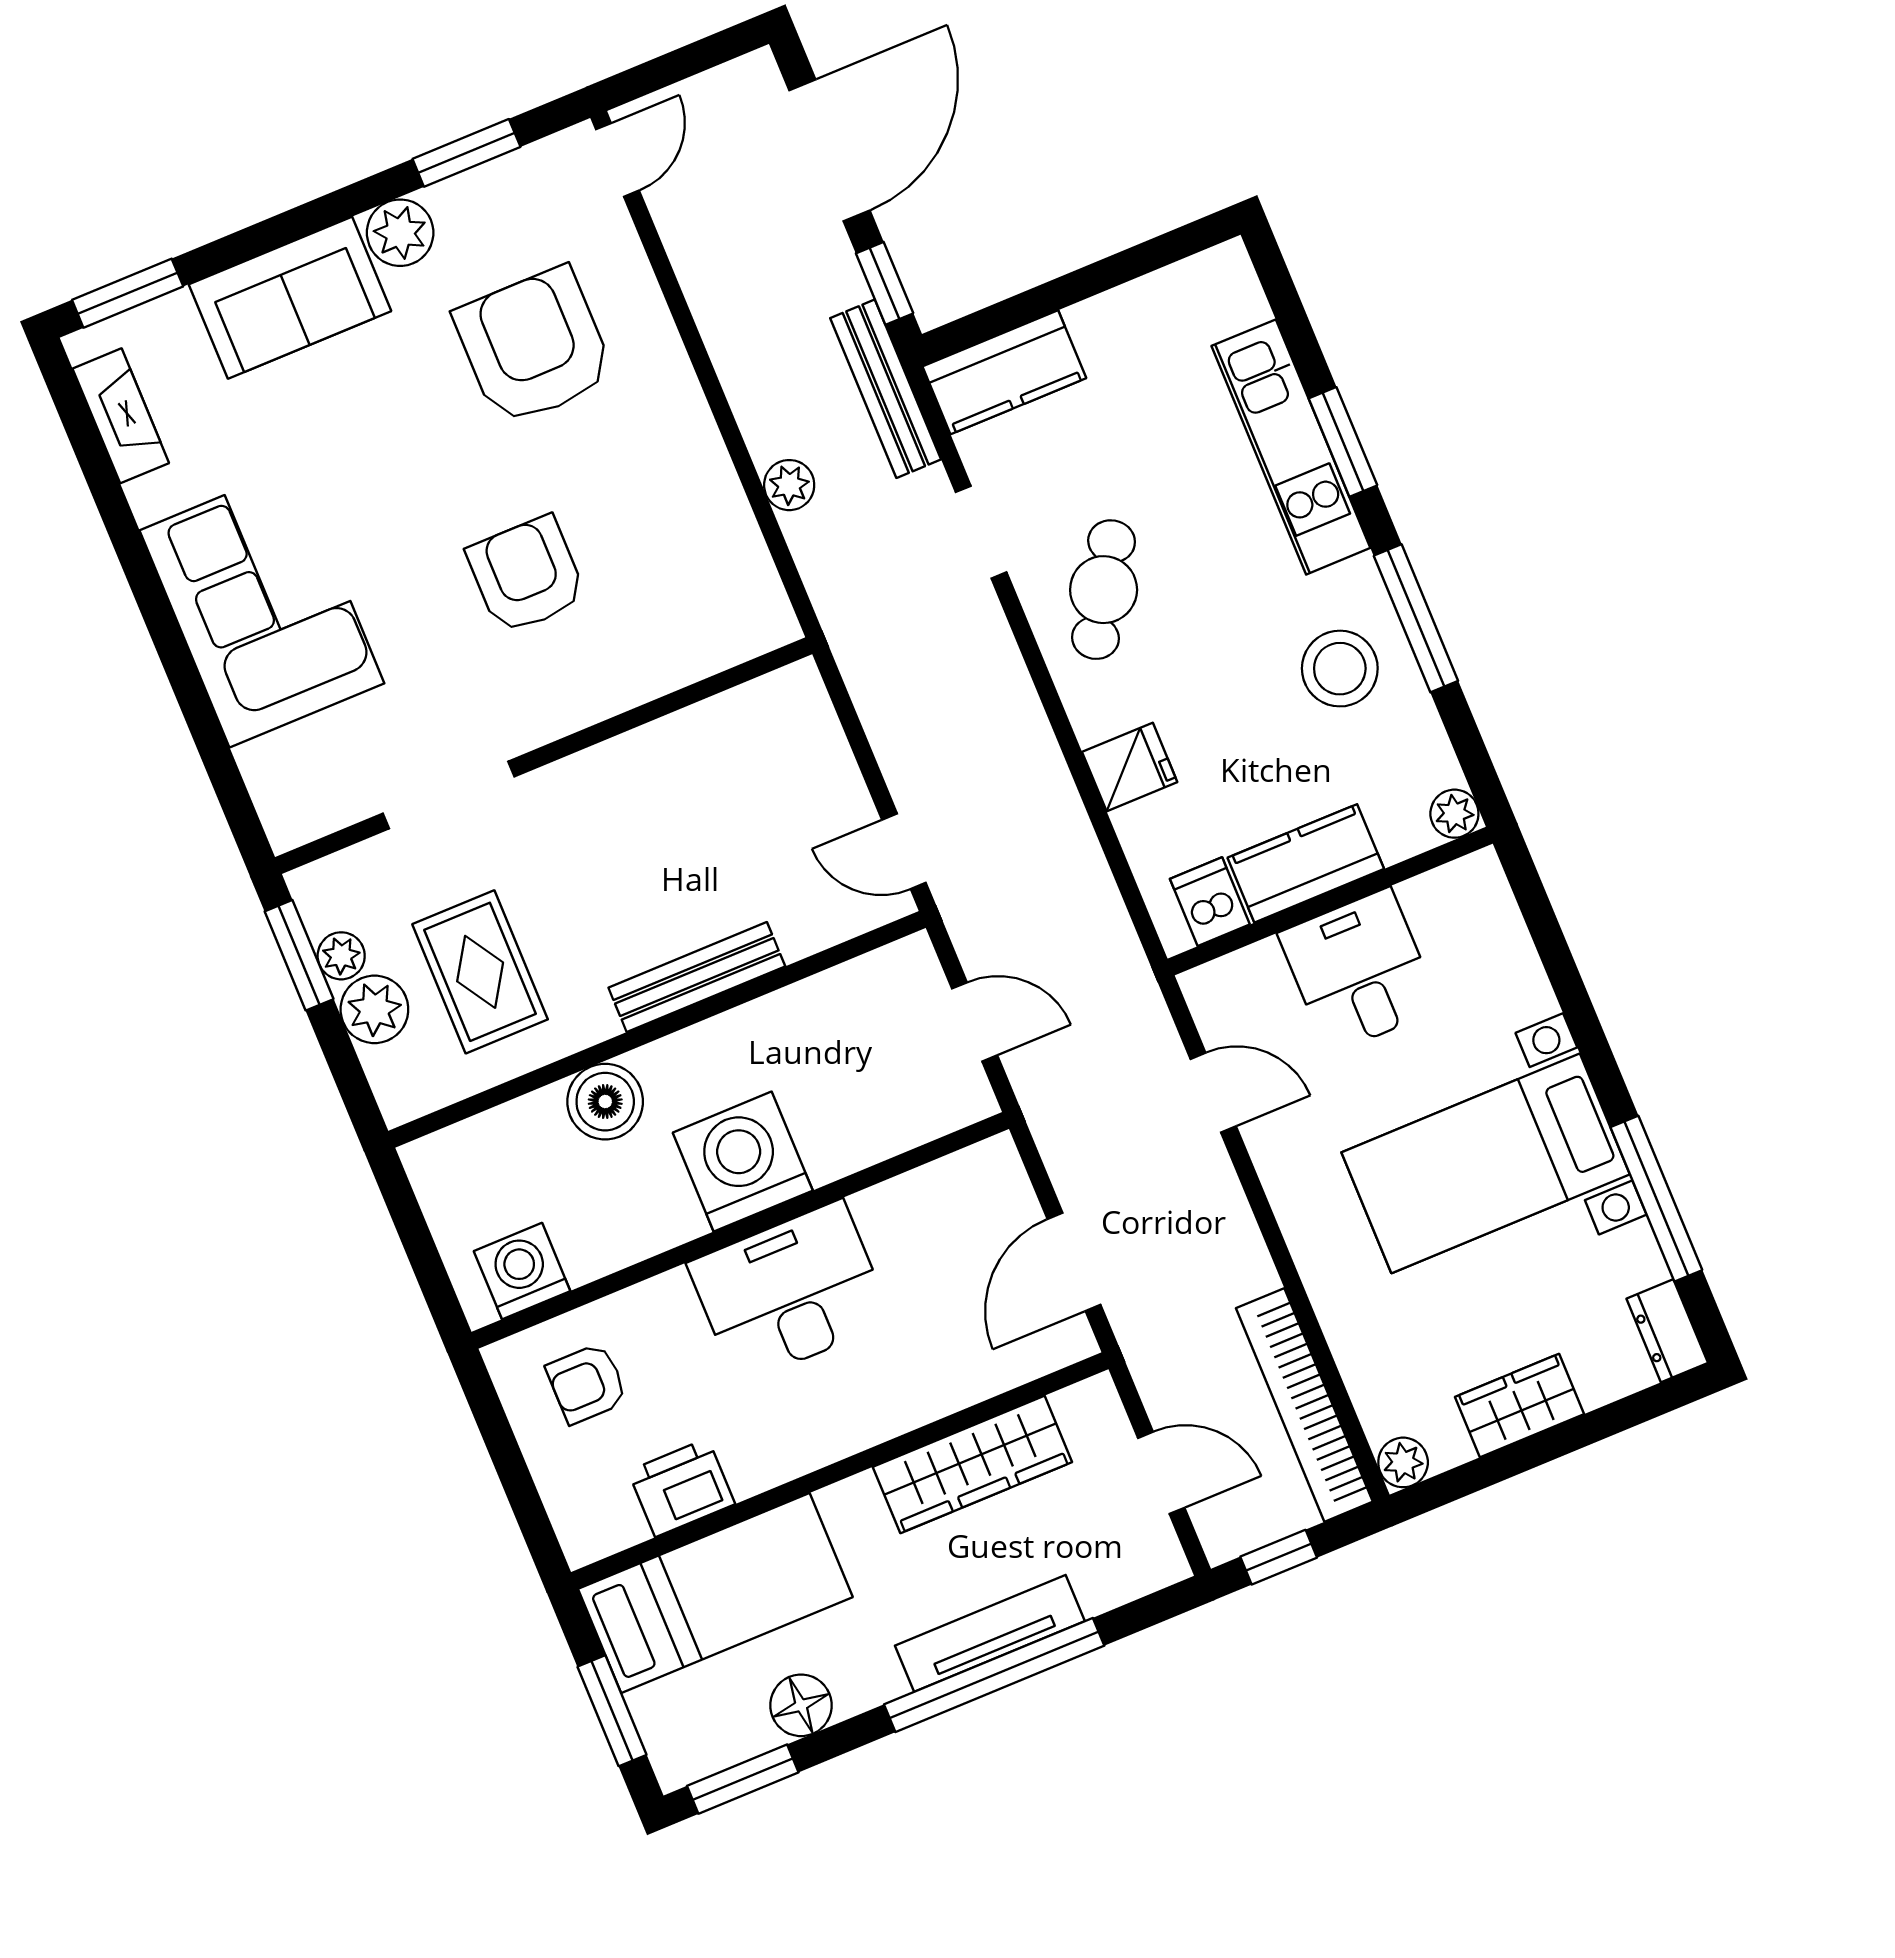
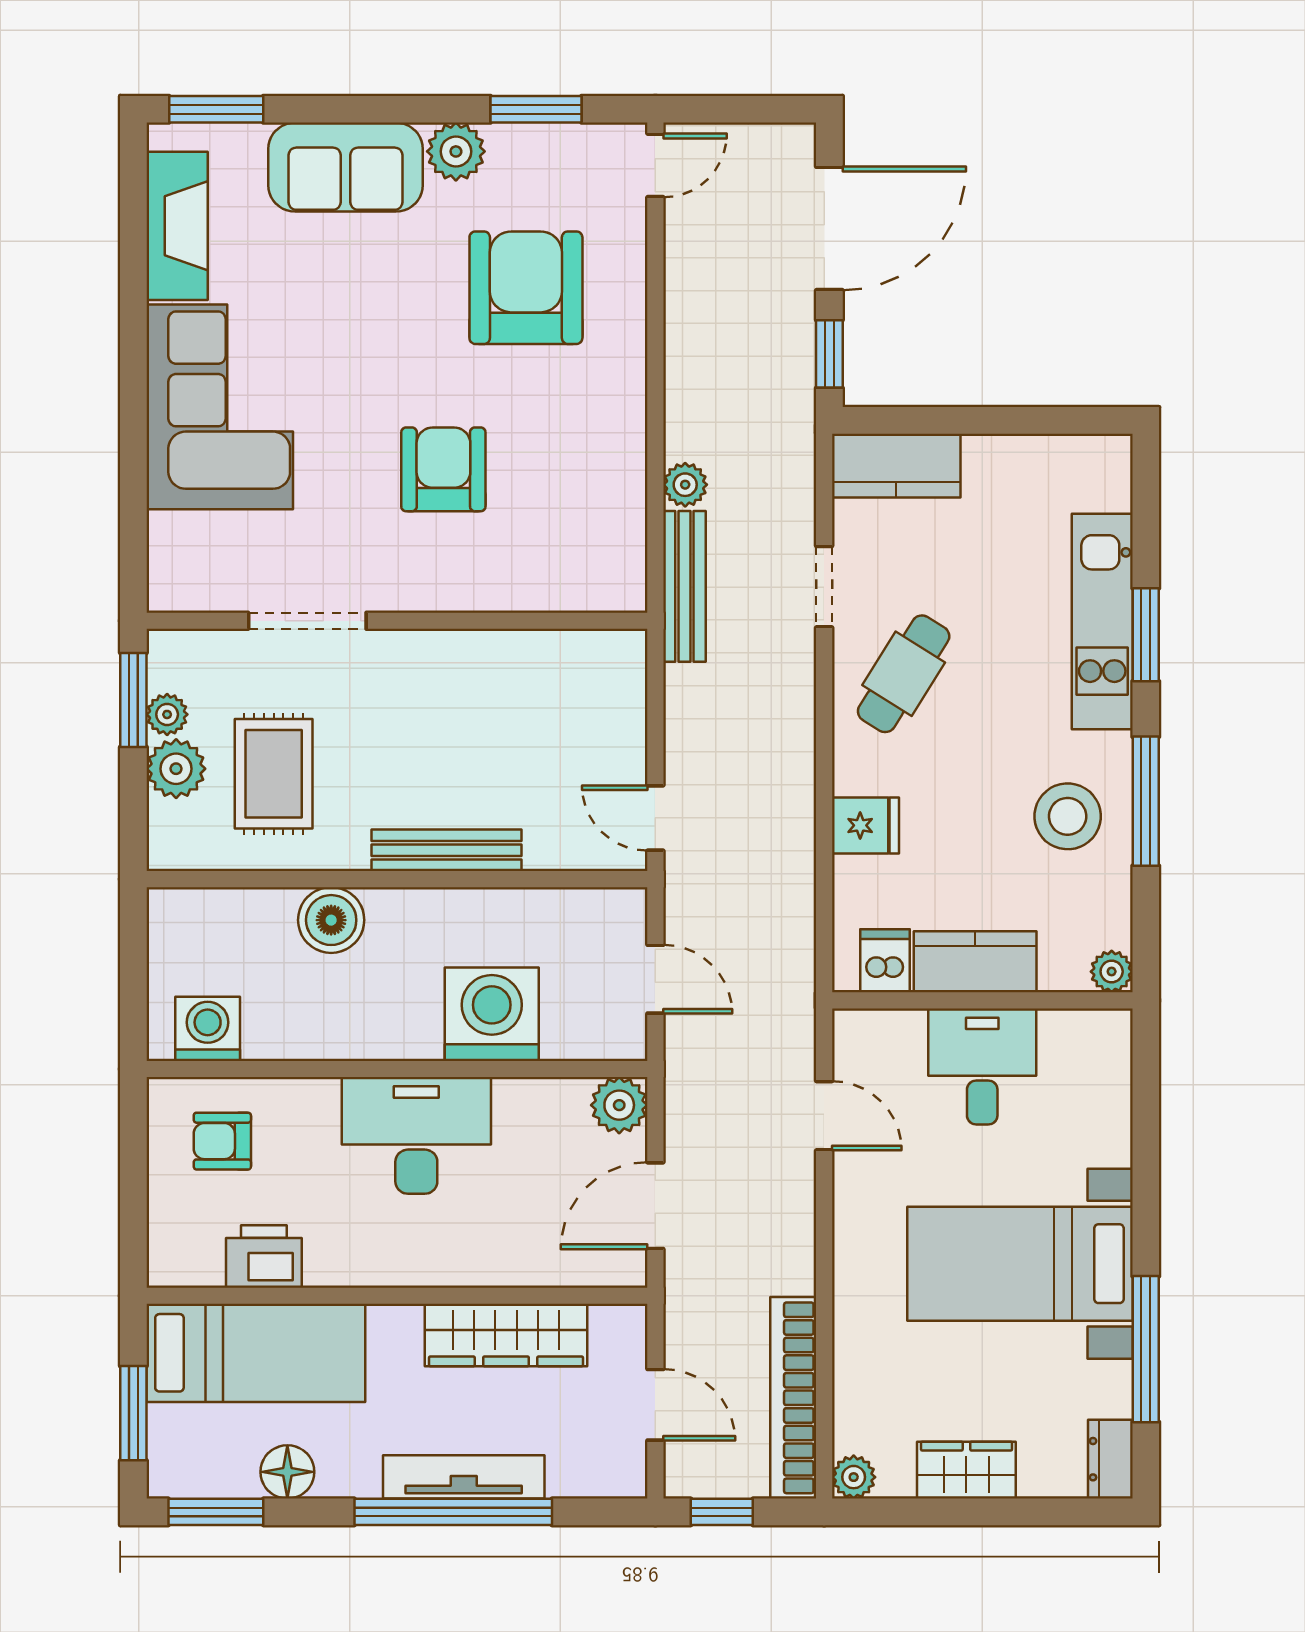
bench: (886, 389) -> (684, 586), moved
fireplace: (121, 416) -> (177, 226), width x1.37, depth x1.32
washing machine: (743, 1162) -> (492, 1014), moved
plant: (992, 1171) -> (619, 1105), added

